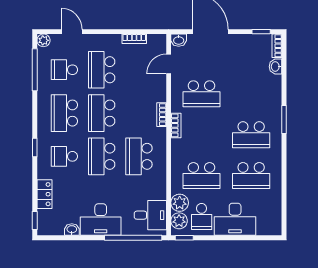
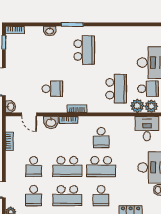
washbasin: (276, 67) -> (50, 31), moved
school desk: (102, 70) -> (34, 167), width x0.54
washbasin: (158, 92) -> (51, 122), added
school desk: (202, 94) -> (52, 89), width x0.54
school desk: (139, 156) -> (101, 138), width x0.54
school desk: (251, 176) -> (116, 50), removed

